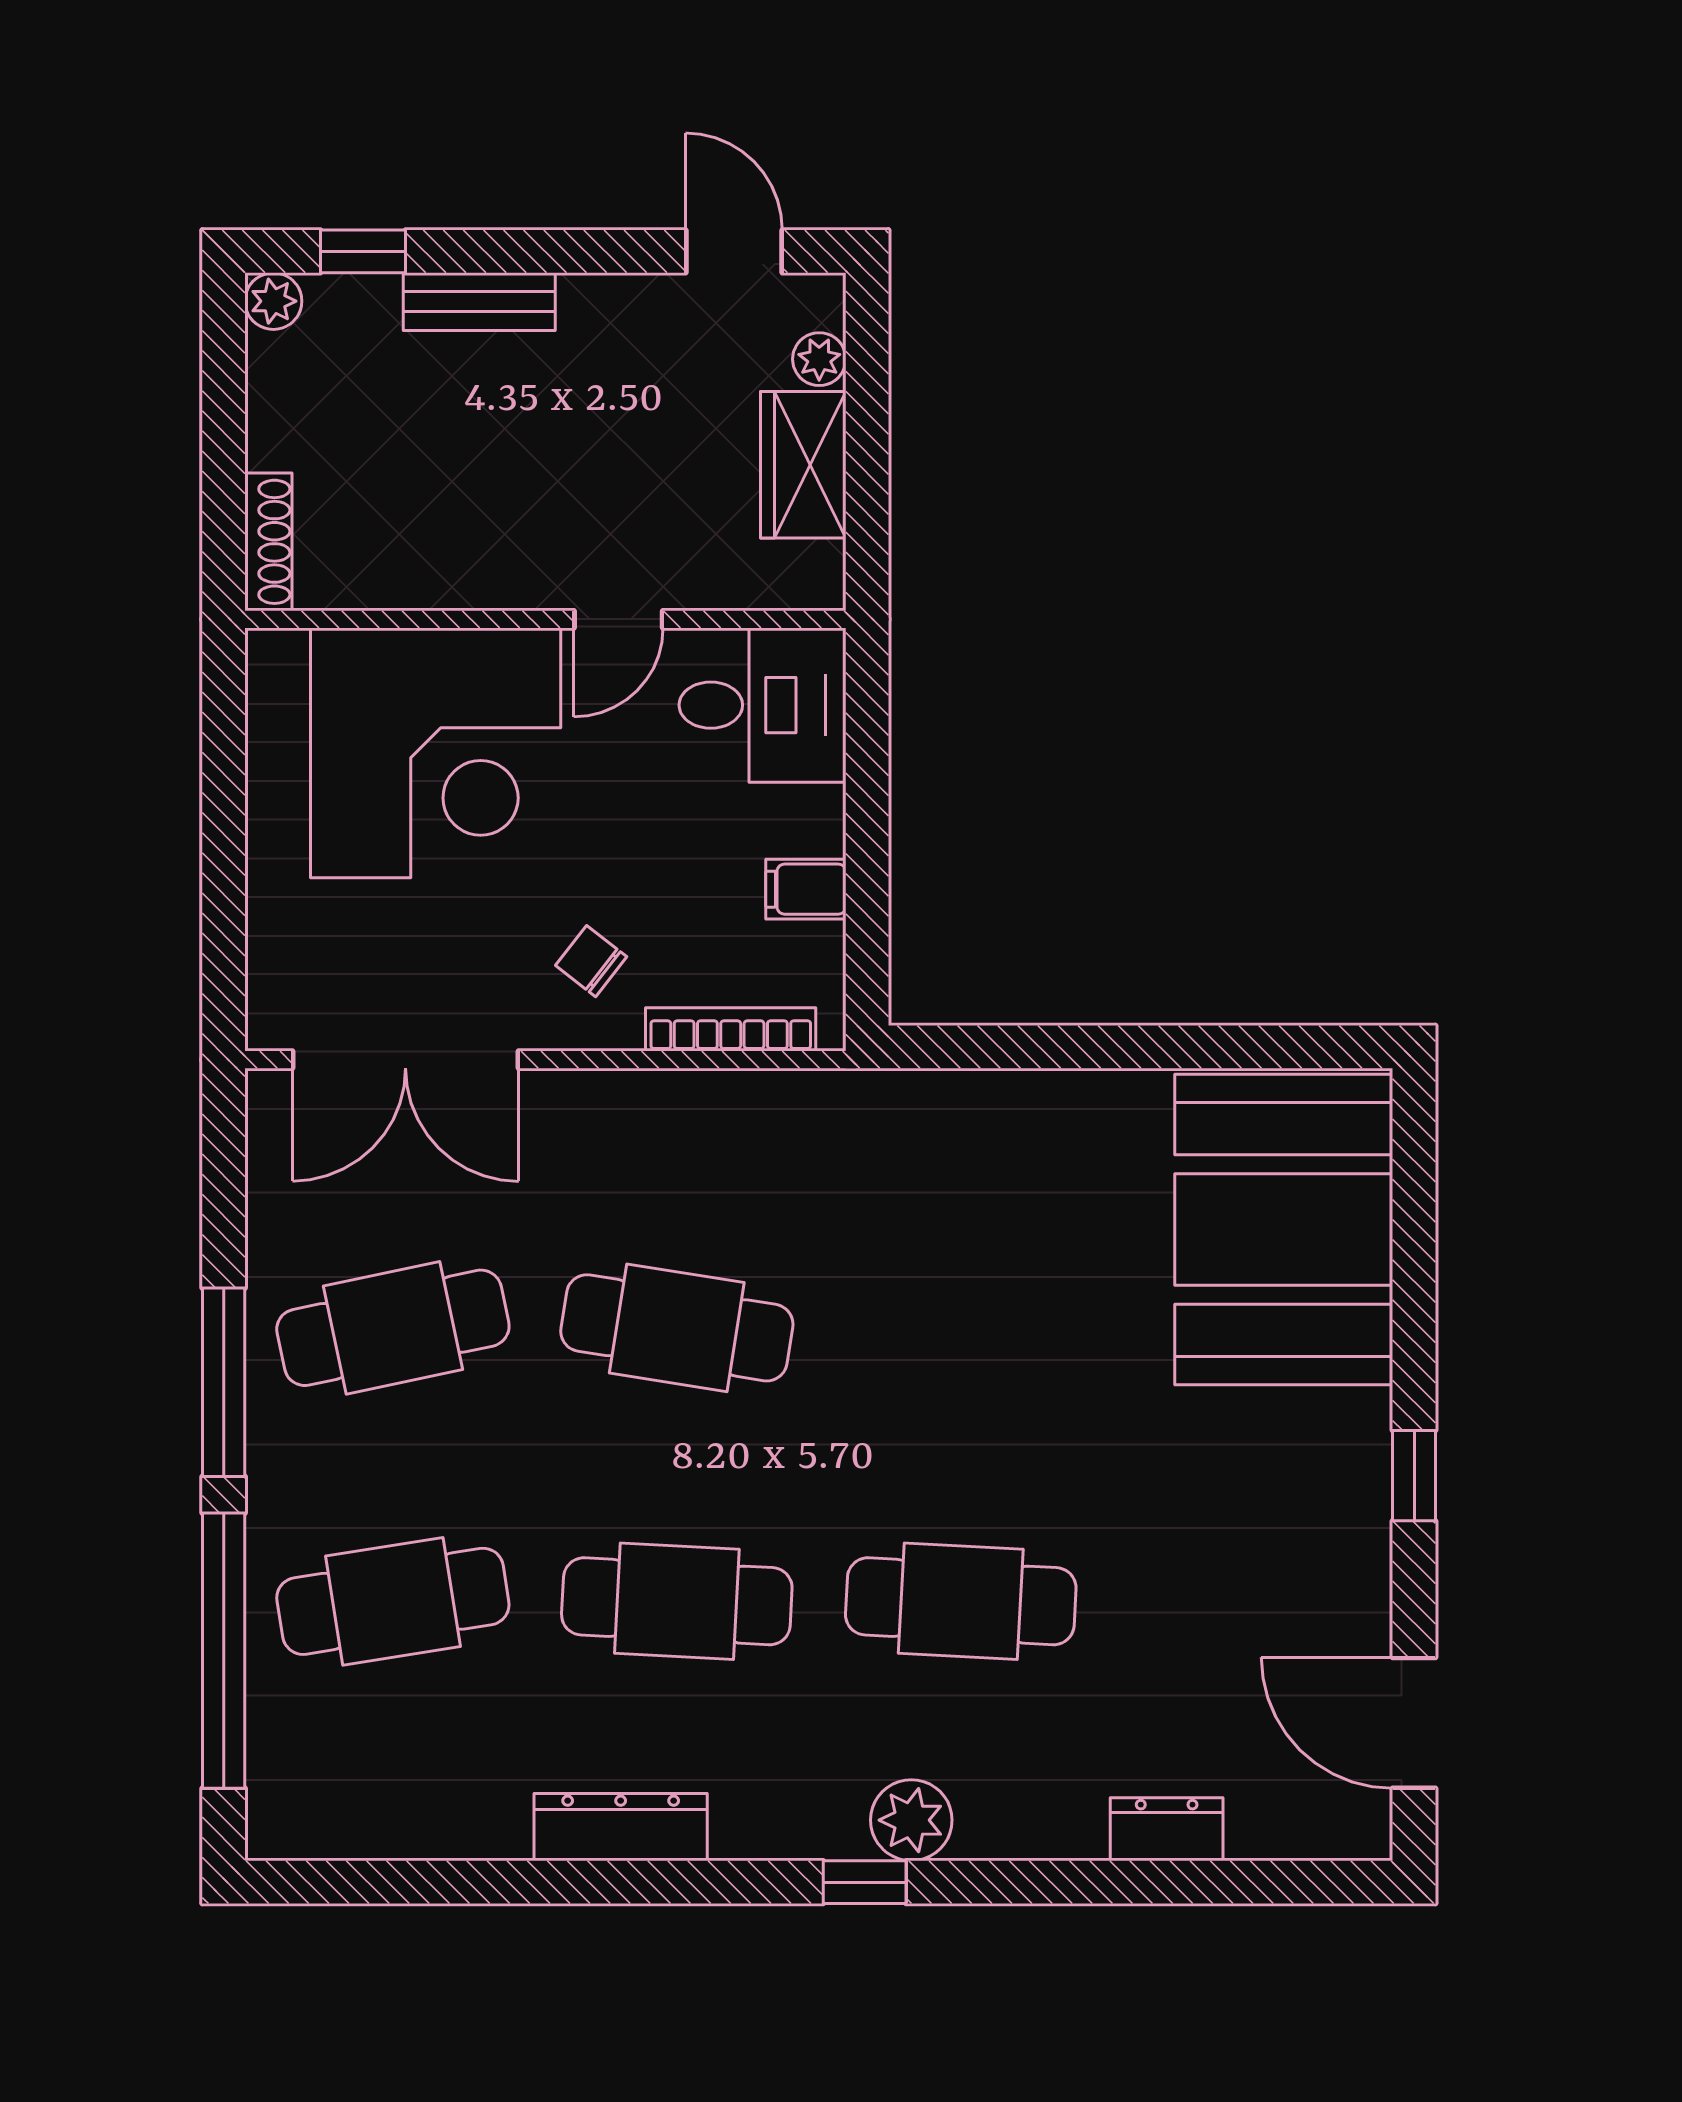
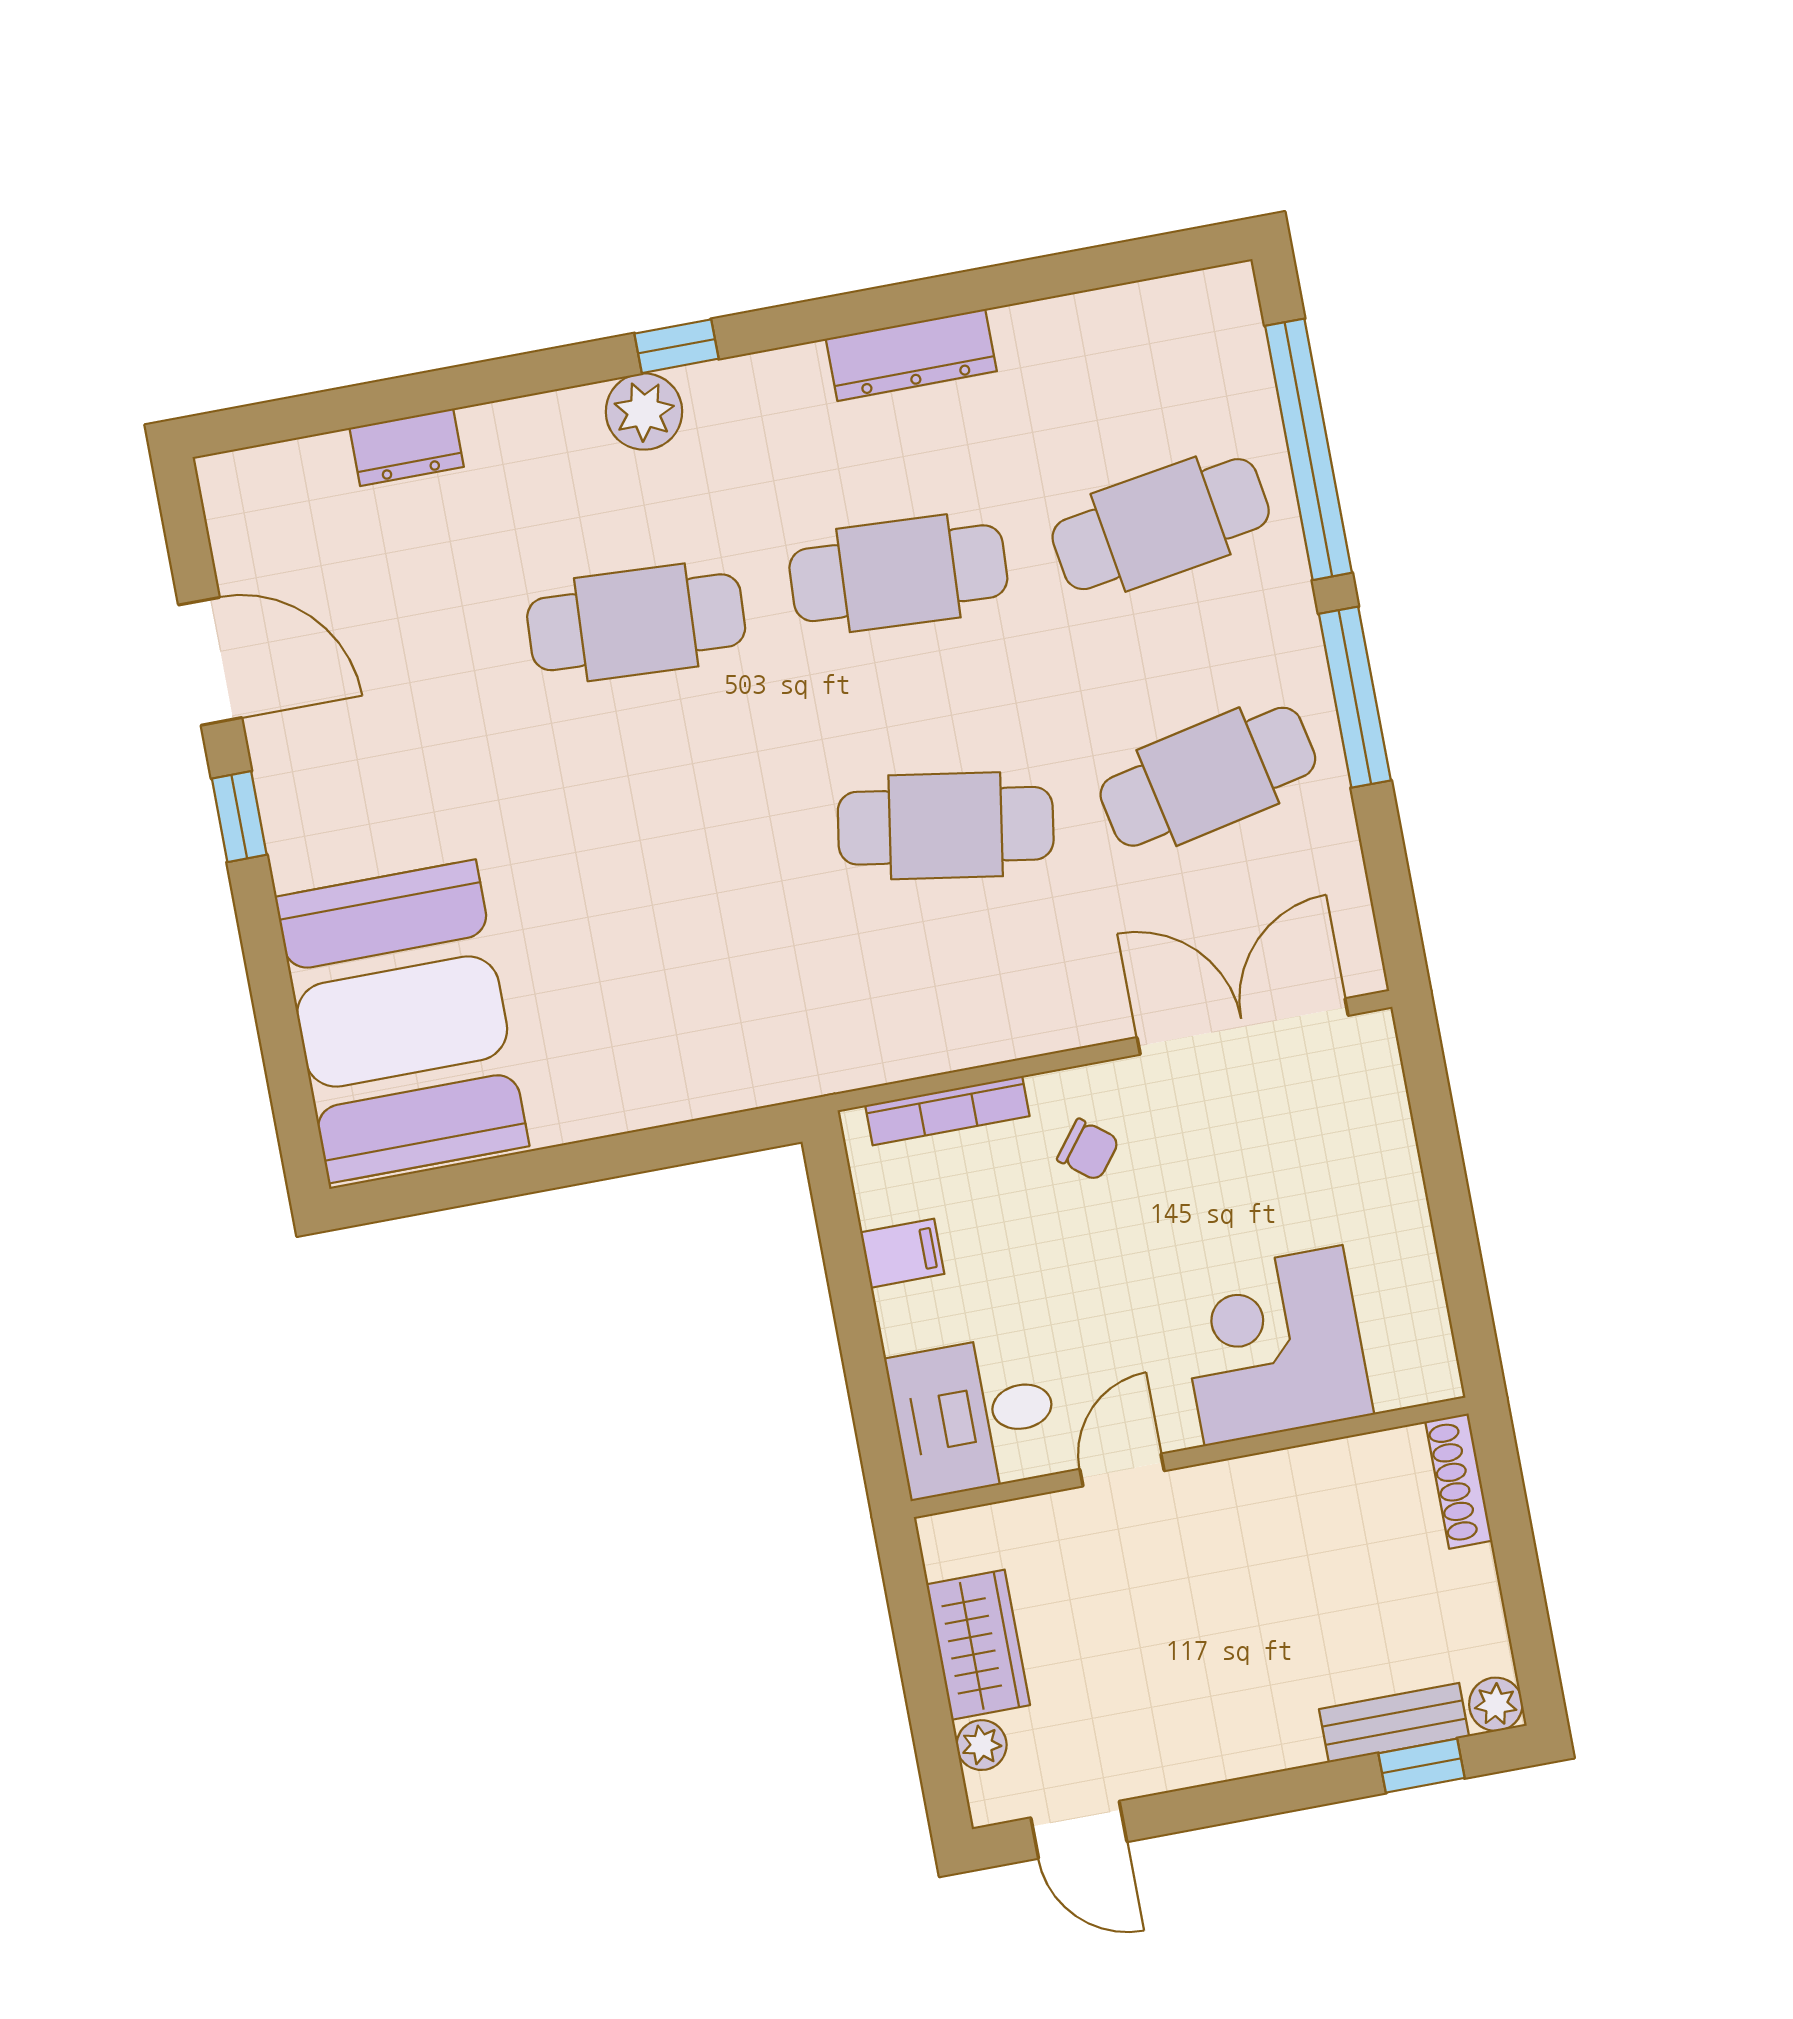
bench: (479, 302) -> (1394, 1723), moved
corner desk: (436, 753) -> (1274, 1346), width x0.74, depth x0.74
door: (1414, 1723) -> (210, 661), moved

